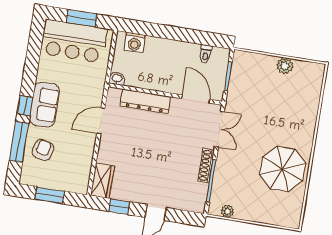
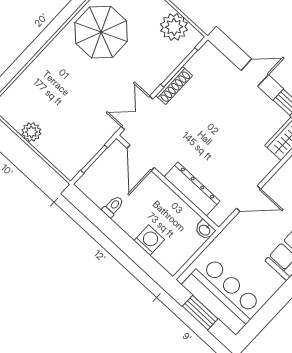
washing machine: (135, 43) -> (149, 240), moved
toilet: (206, 54) -> (113, 207), moved
plant: (227, 211) -> (174, 27), width x1.88, depth x1.88

